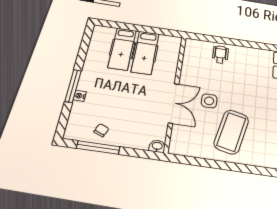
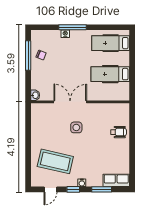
hospital bed: (122, 49) -> (111, 43), moved
double door: (174, 103) -> (70, 102), swing flipped
coffee table: (231, 132) -> (55, 161), moved

